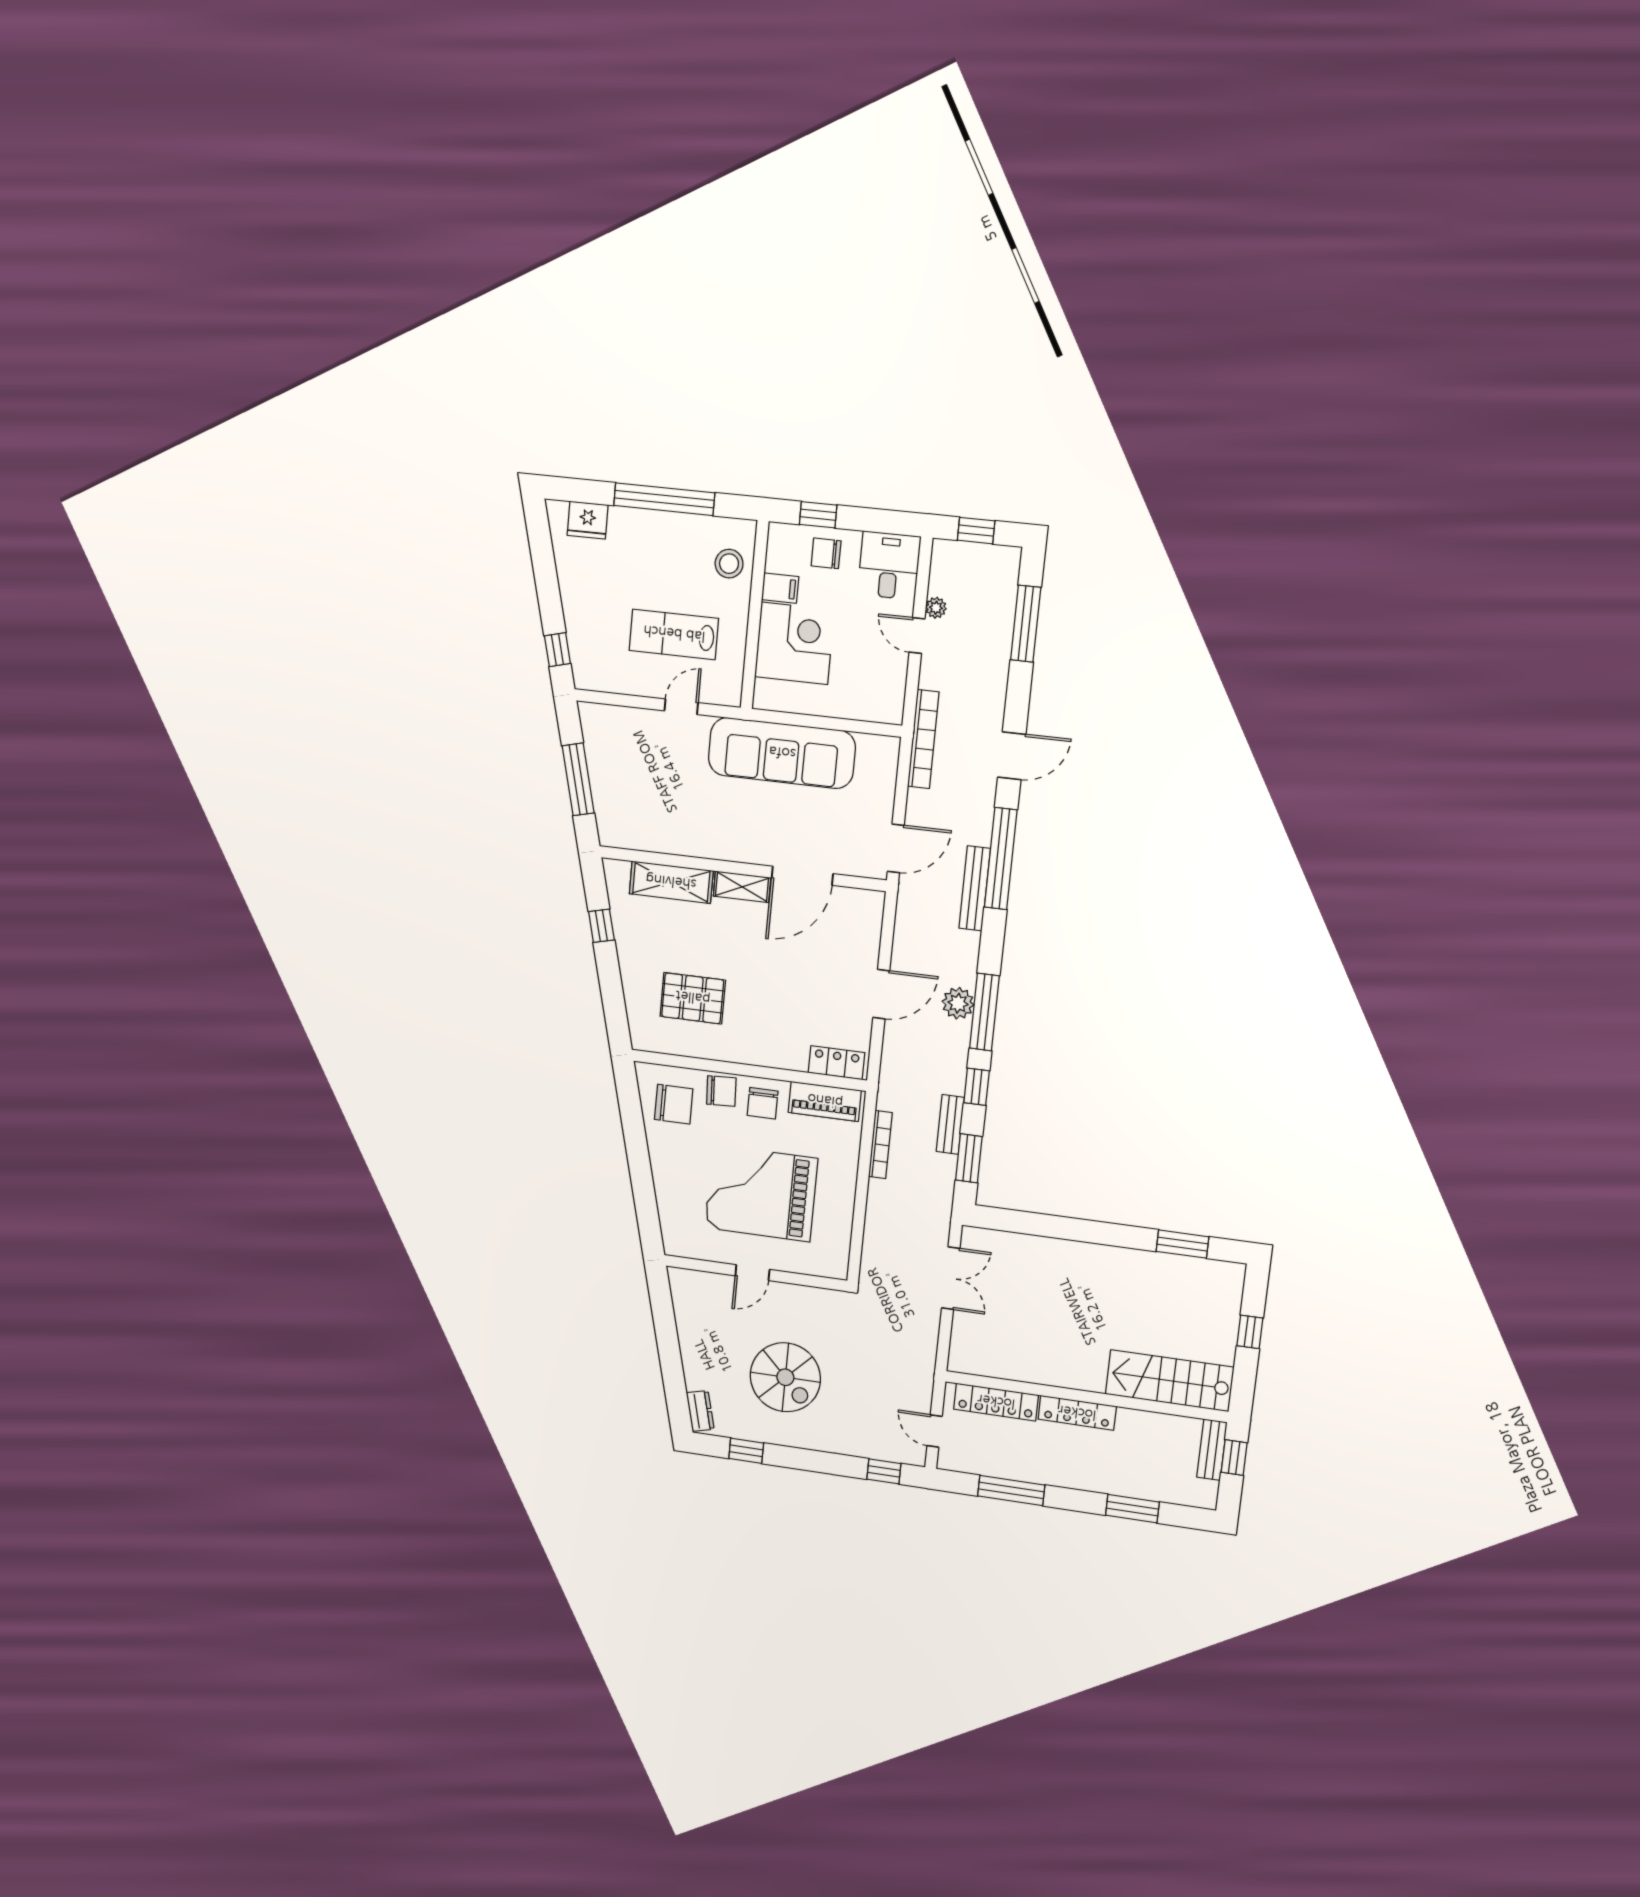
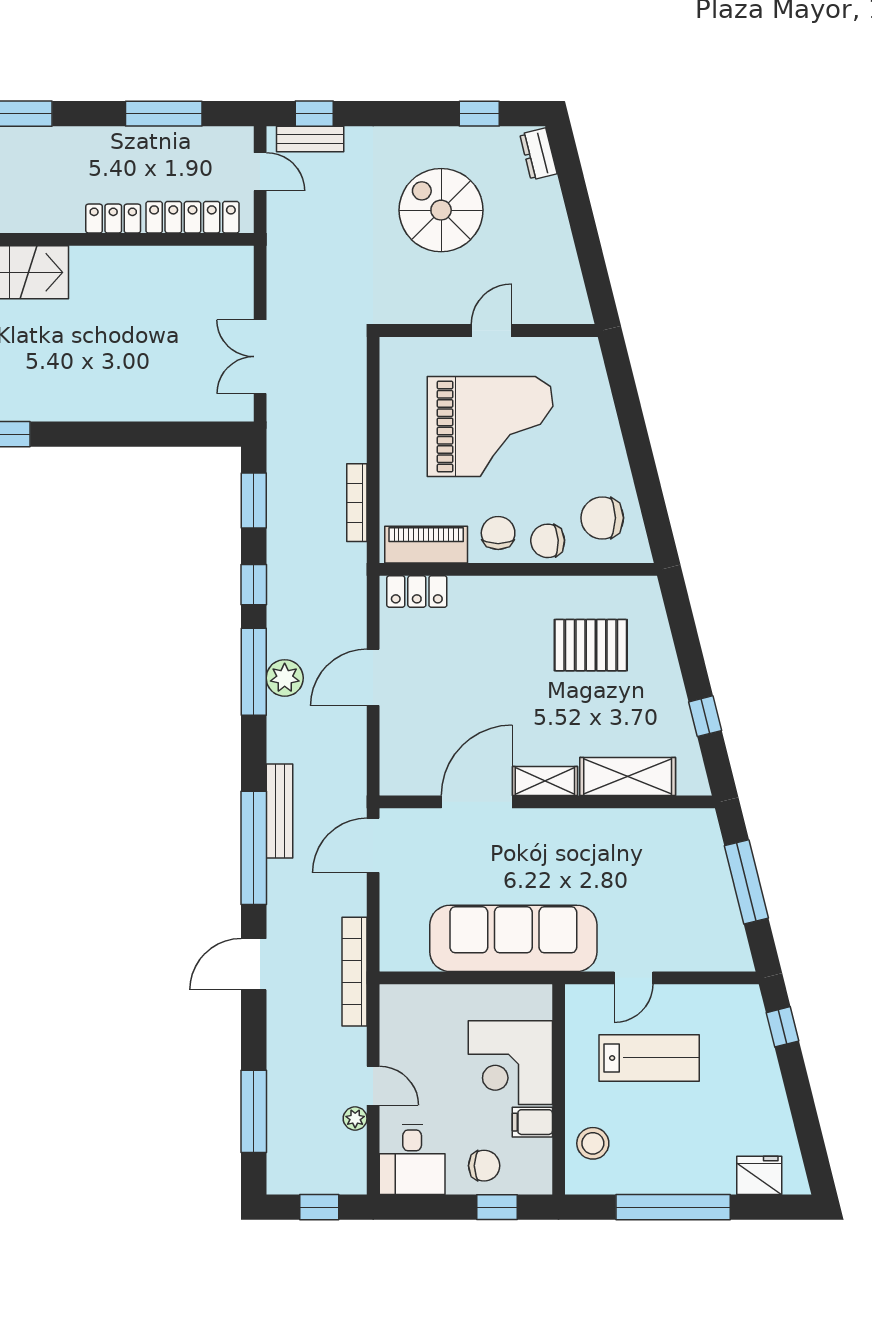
bench: (950, 1124) -> (310, 139), moved, turned 90
locker: (1077, 1413) -> (113, 219), width x0.66

